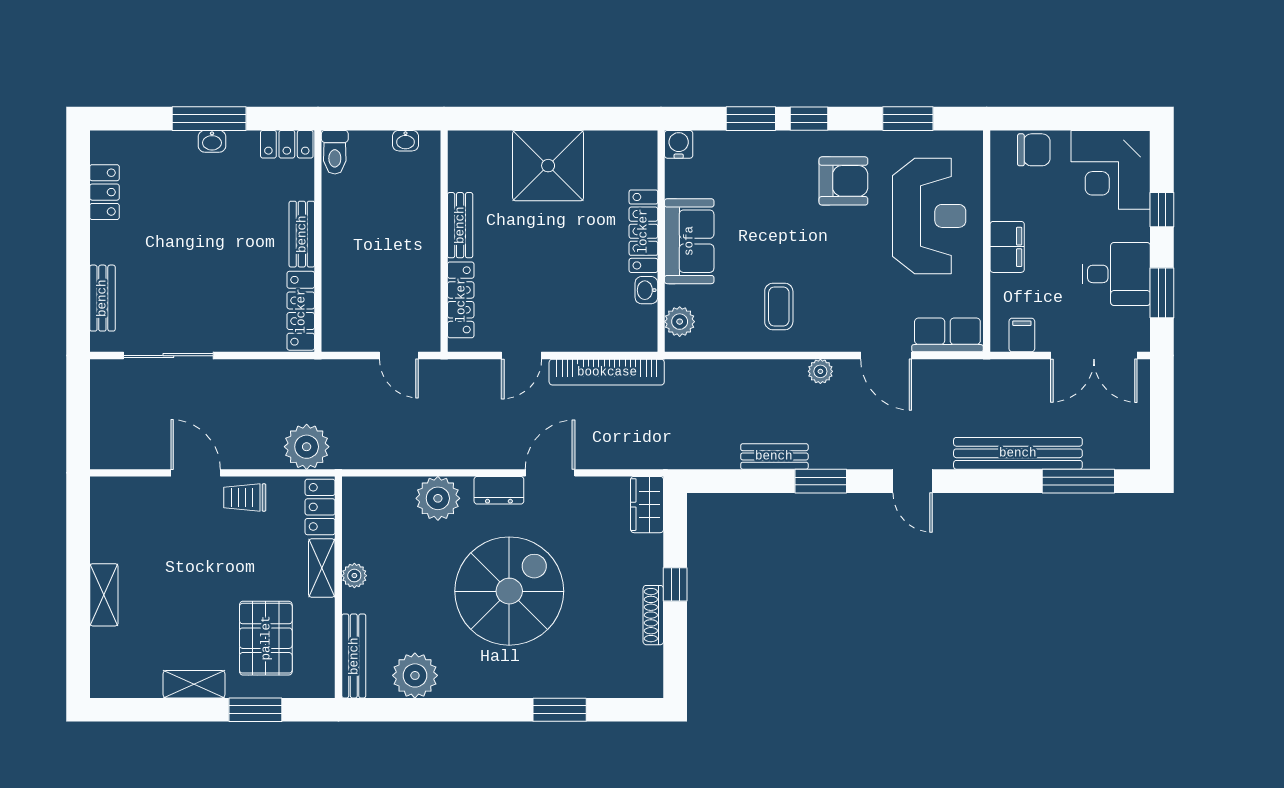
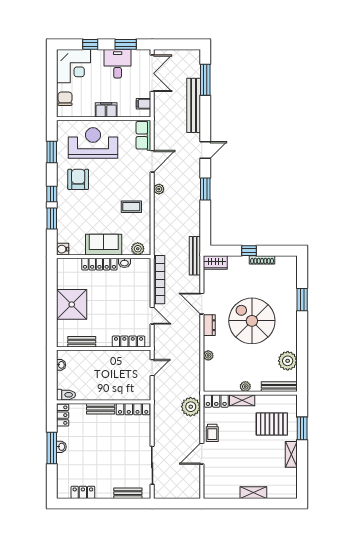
bench: (460, 225) -> (82, 342), moved
bench: (774, 456) -> (195, 256), moved, width x1.36
plant: (438, 498) -> (208, 355), width x0.53, depth x0.53

